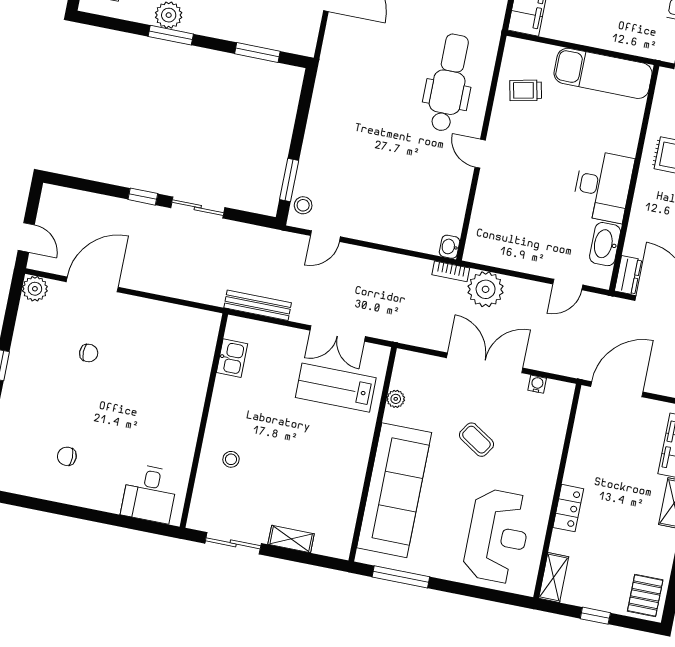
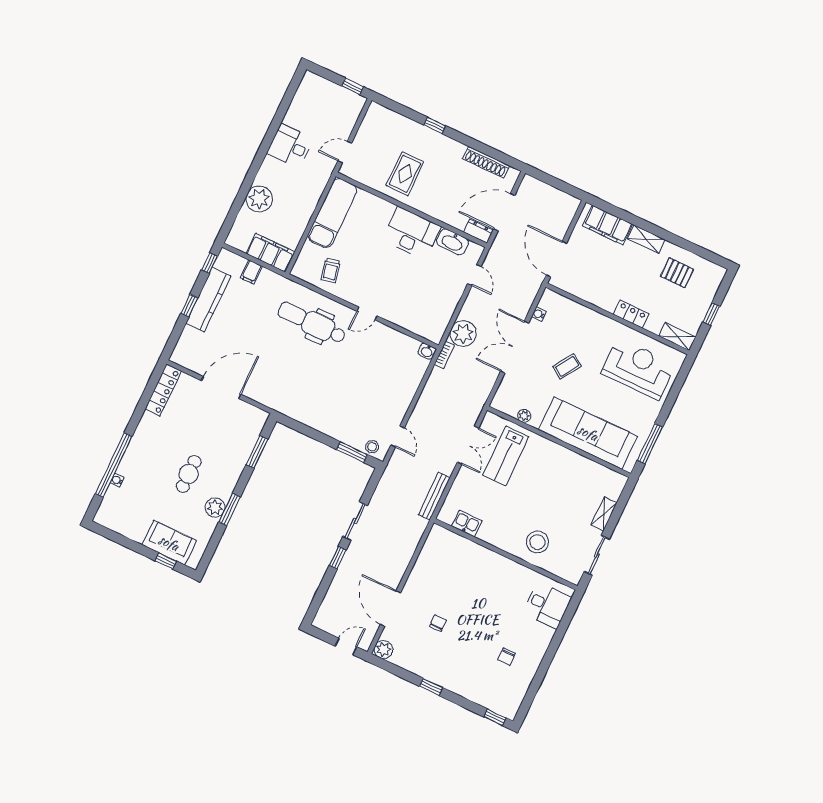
stool: (231, 459) -> (538, 542), width x1.89, depth x1.89
pallet: (645, 595) -> (677, 273), moved

